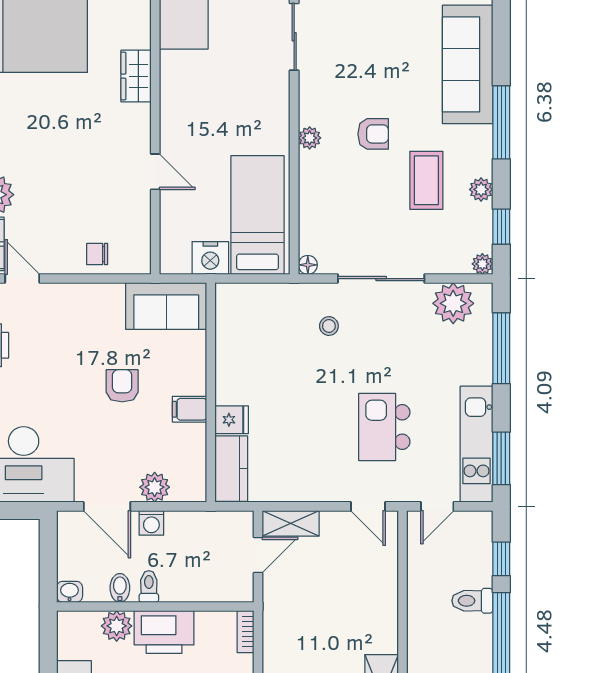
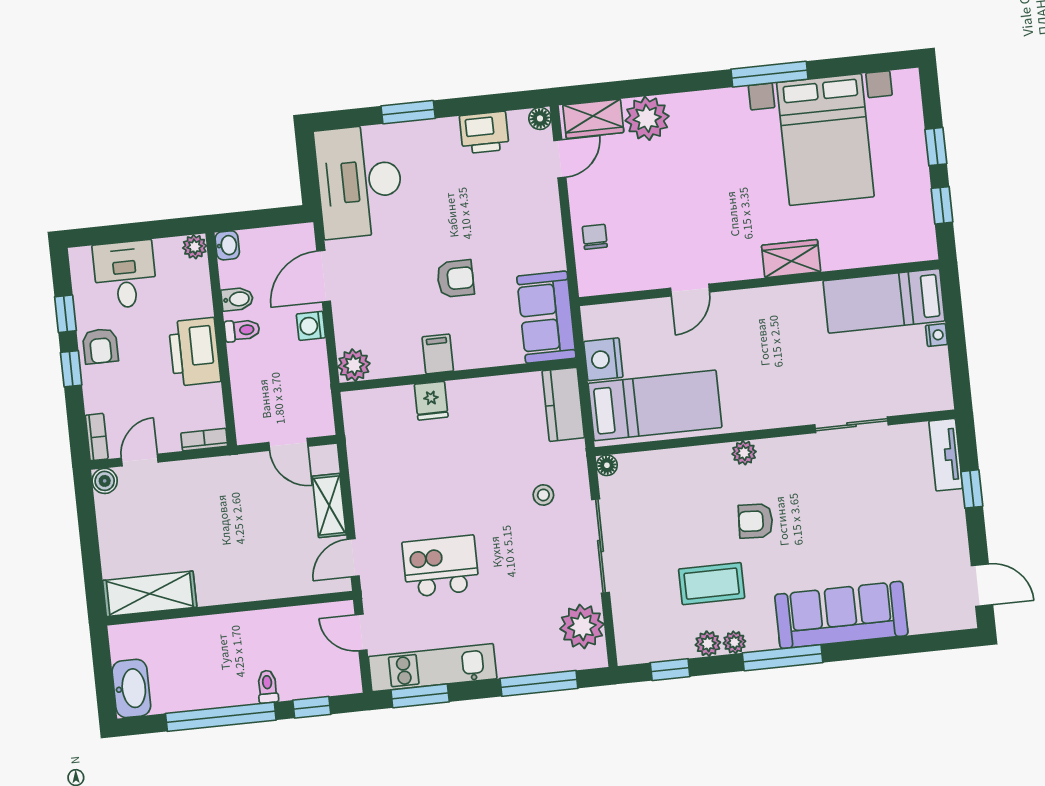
armchair: (373, 134) -> (756, 521), turned 93
plant: (482, 264) -> (734, 642), moved
kitchen counter: (231, 469) -> (563, 404), moved, turned 90
plant: (155, 487) -> (354, 365), moved
shelving: (291, 523) -> (329, 505), moved
toilet: (472, 601) -> (268, 687), width x0.73, depth x0.72
plant: (117, 626) -> (195, 247), moved, width x0.73, depth x0.73

